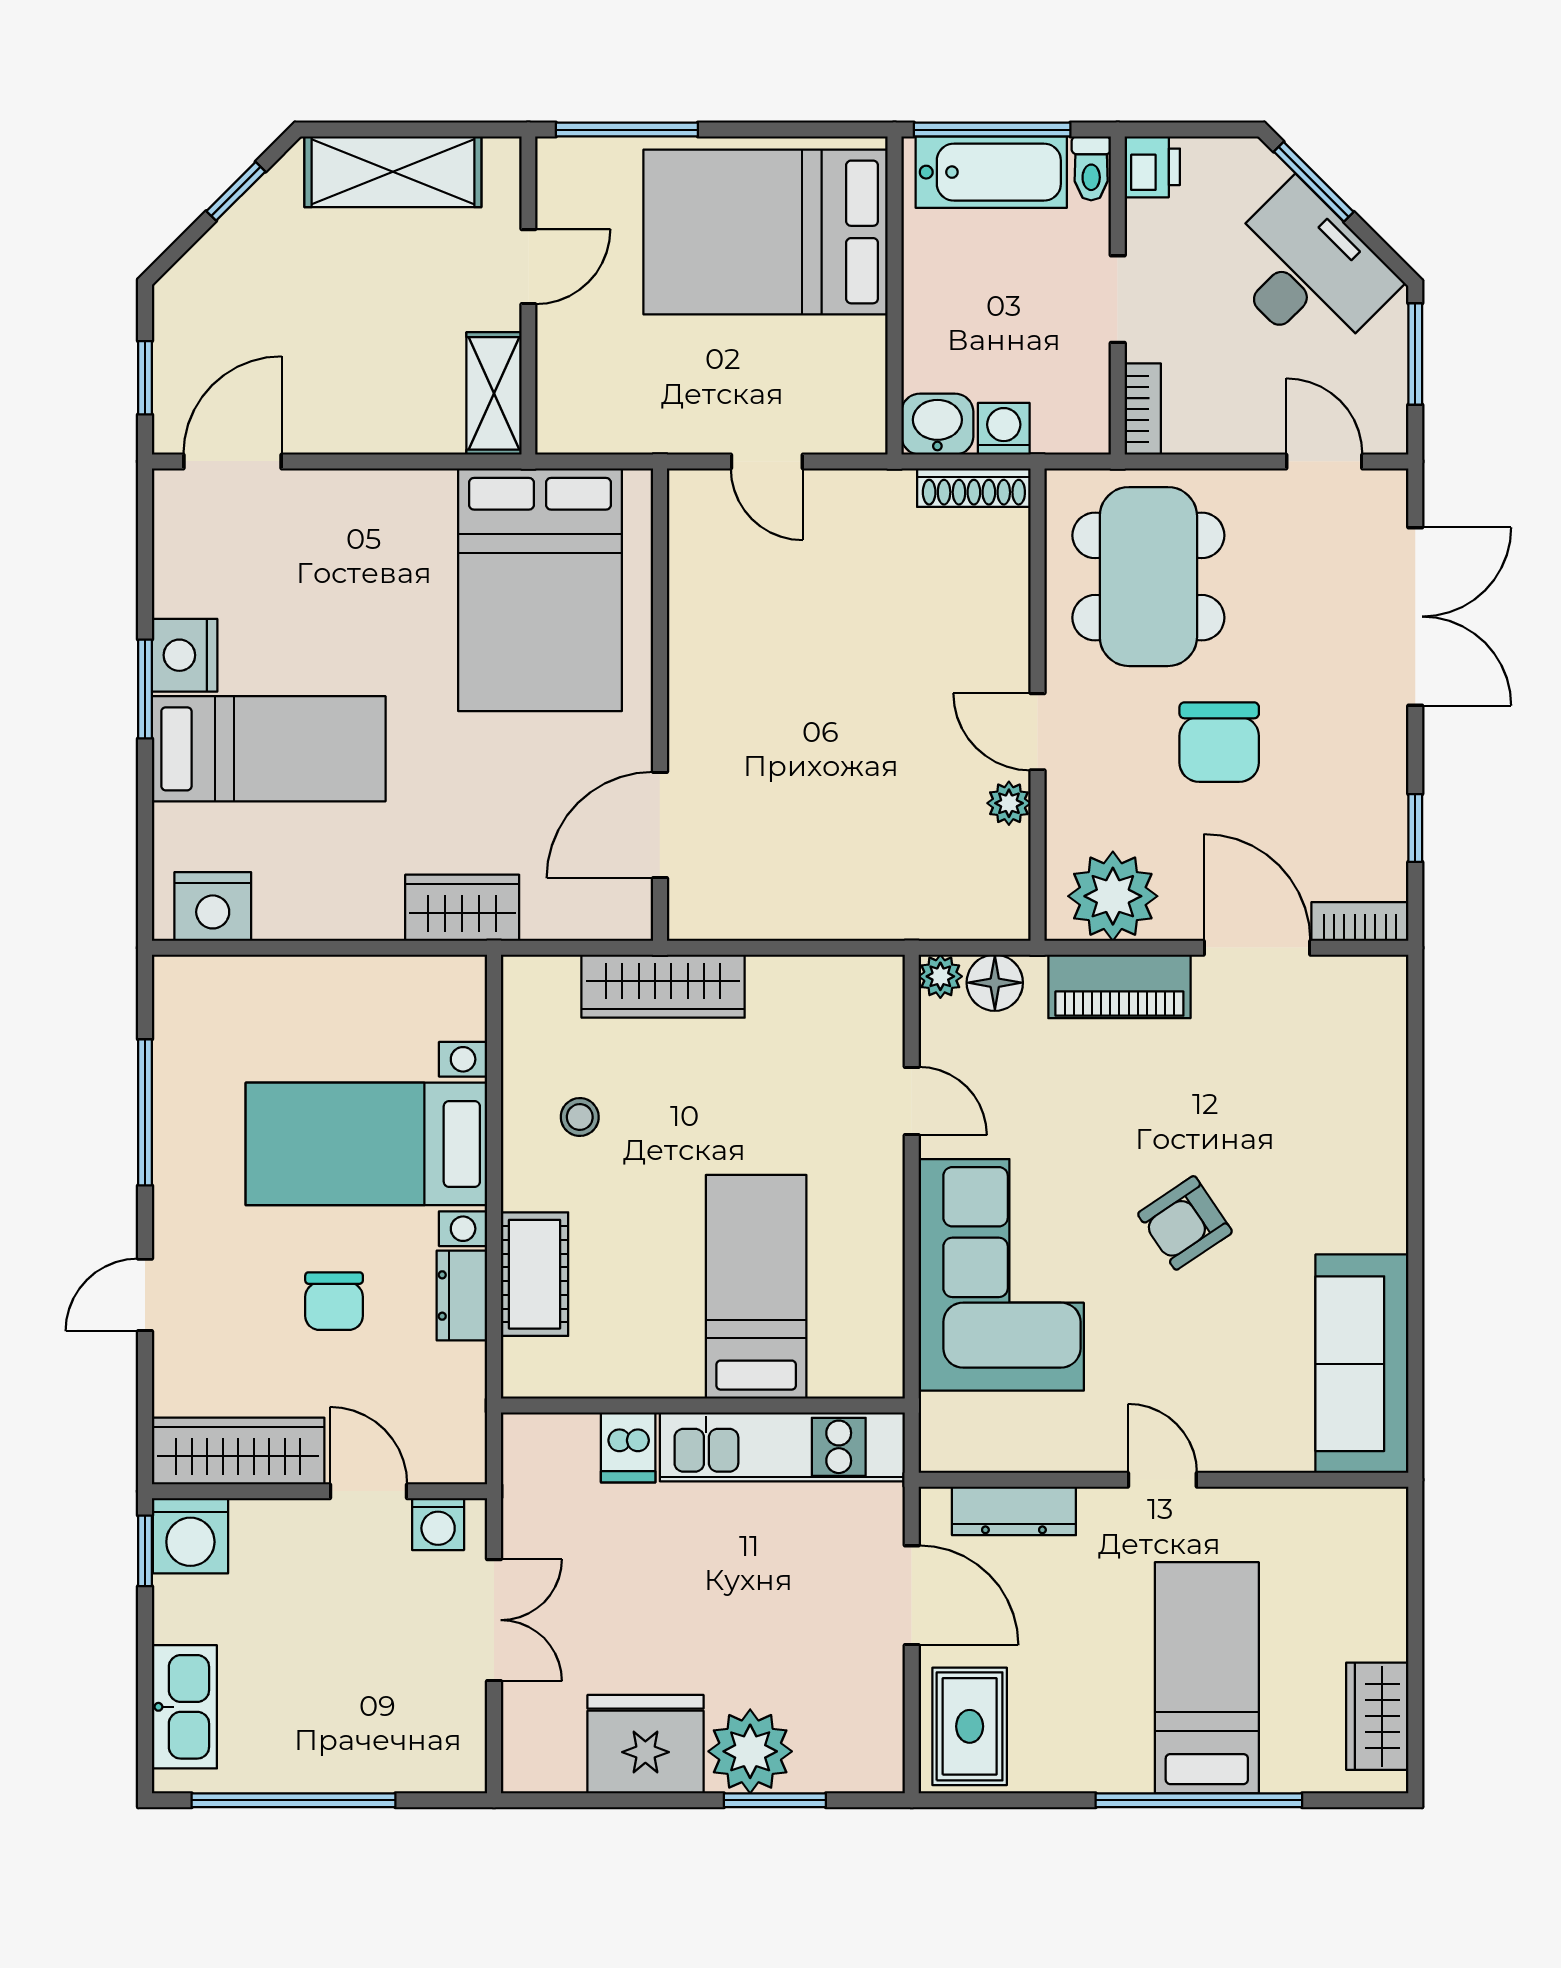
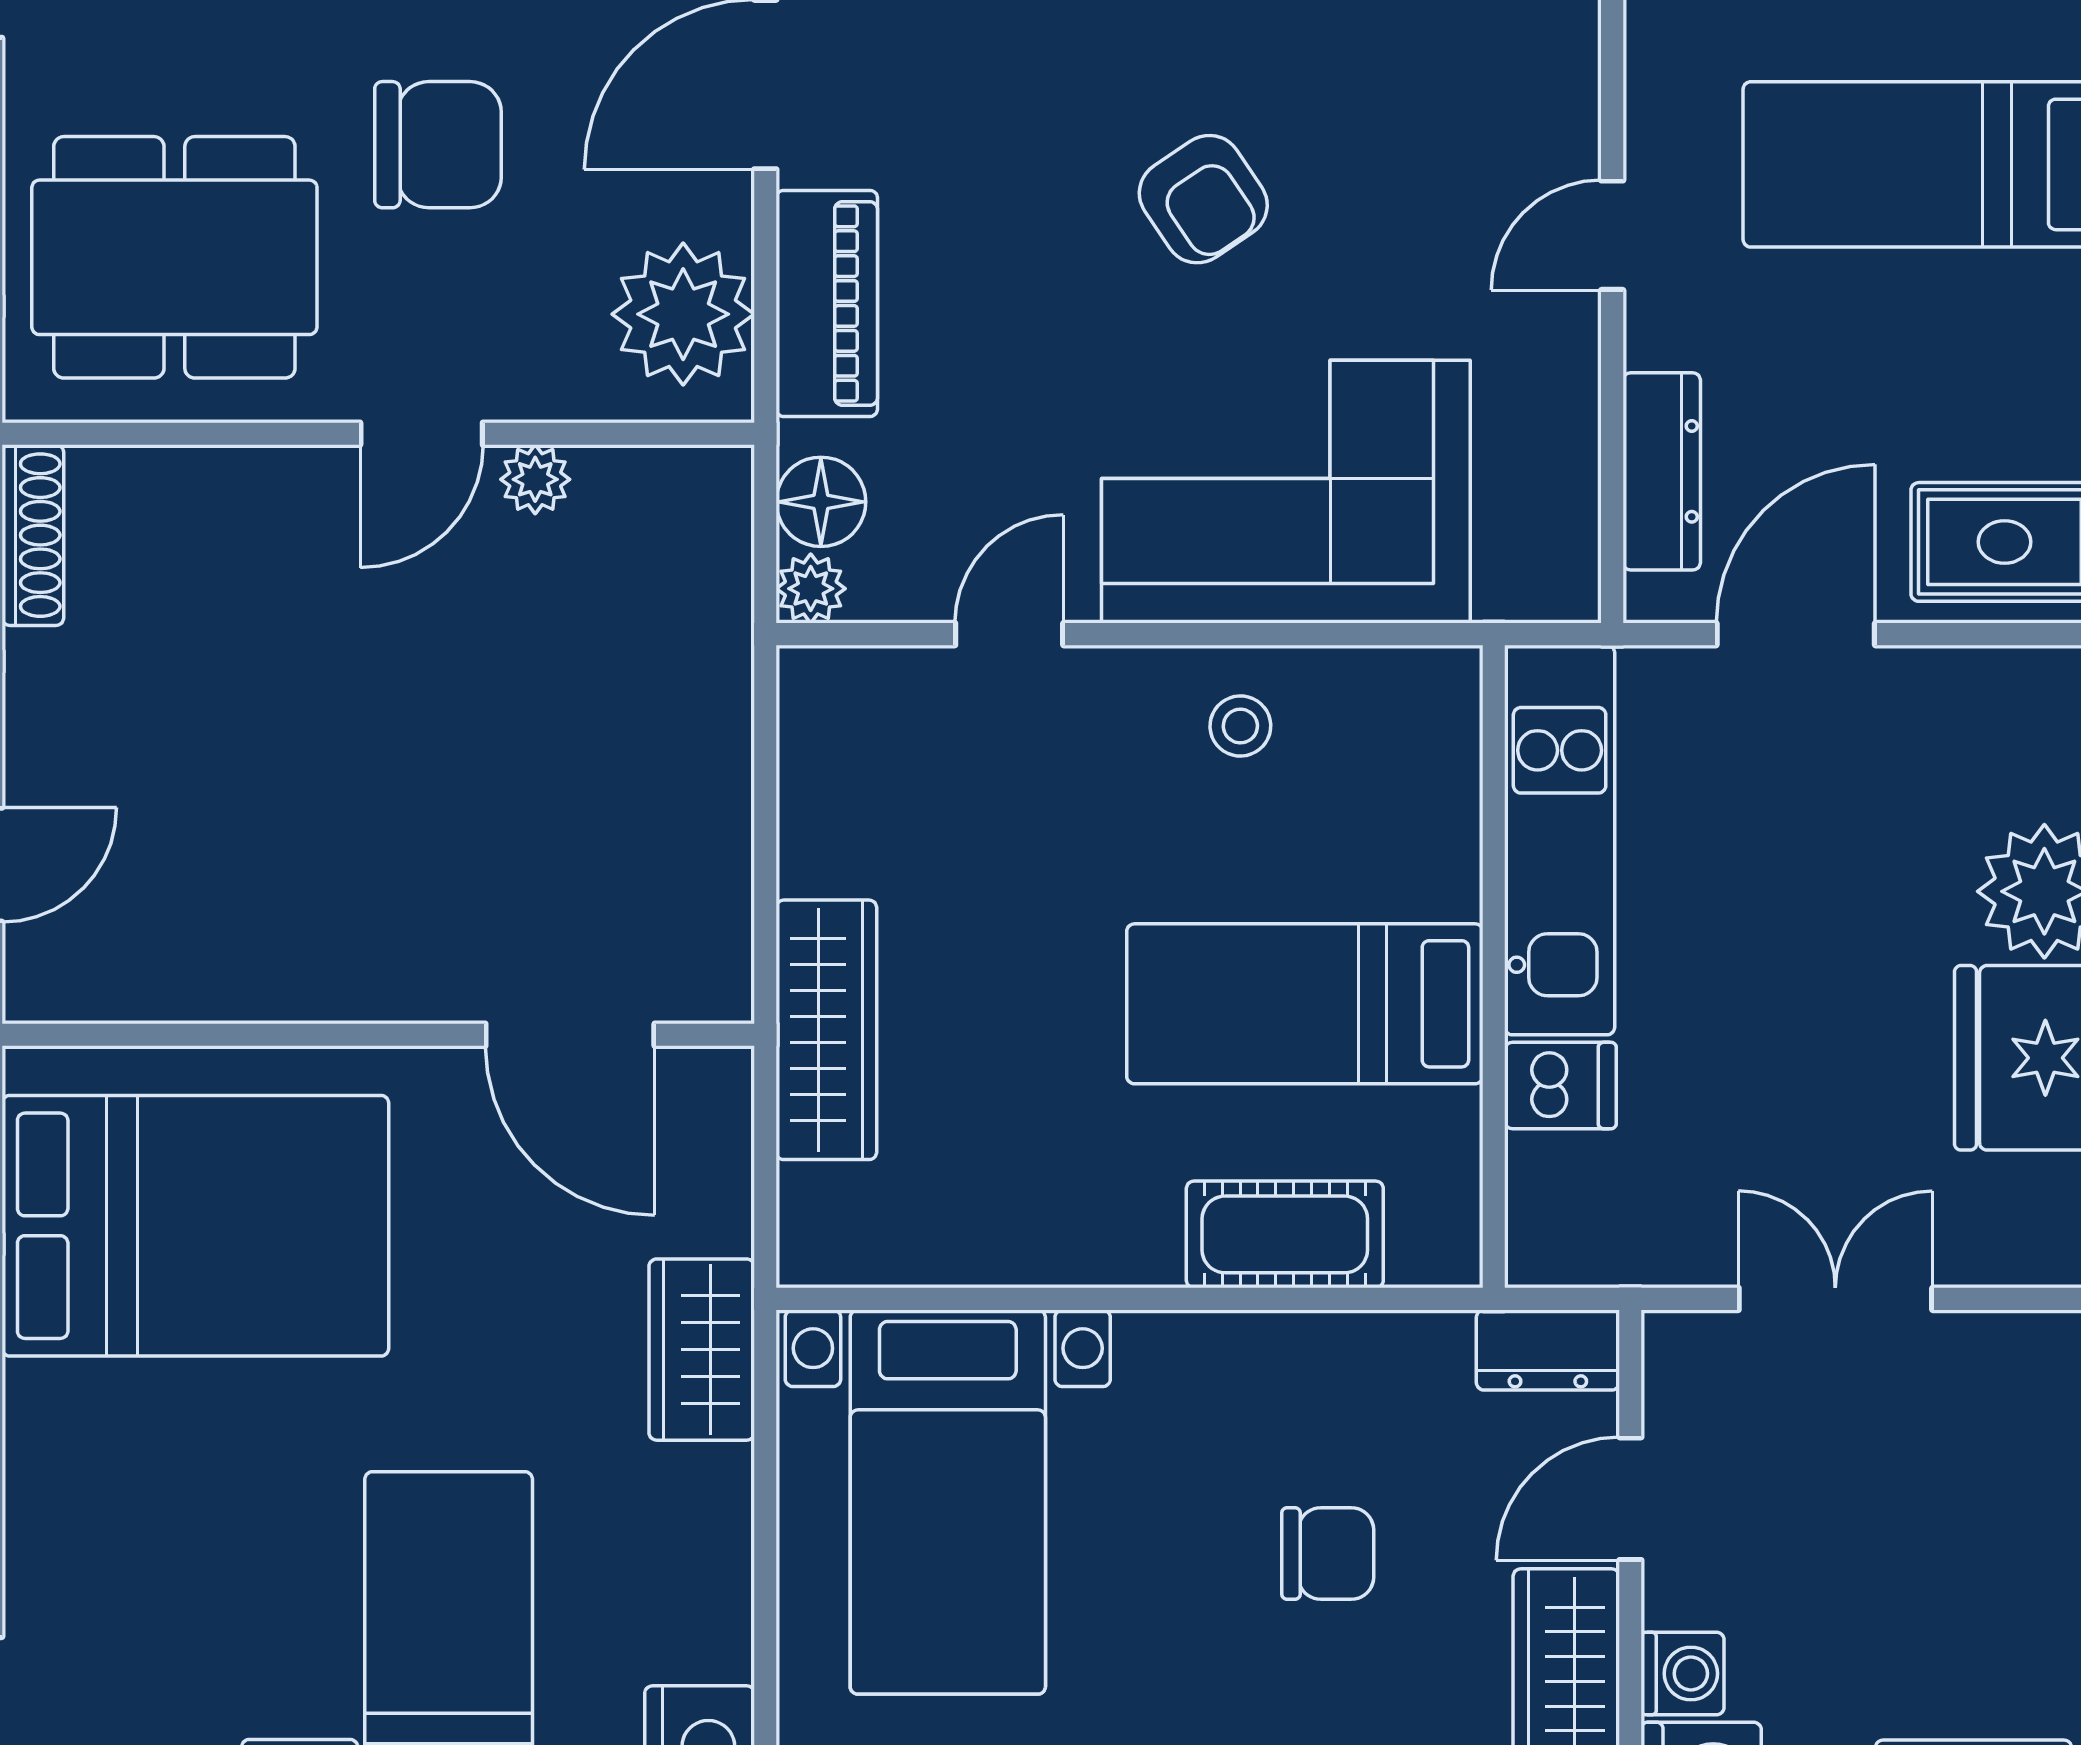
stool: (580, 1117) -> (1240, 726), moved
bed with nightstands: (366, 1144) -> (948, 1502), moved
bed: (756, 1287) -> (1305, 1004), moved
dresser: (462, 1296) -> (1548, 1350), moved
washing machine: (438, 1524) -> (1683, 1674), moved

